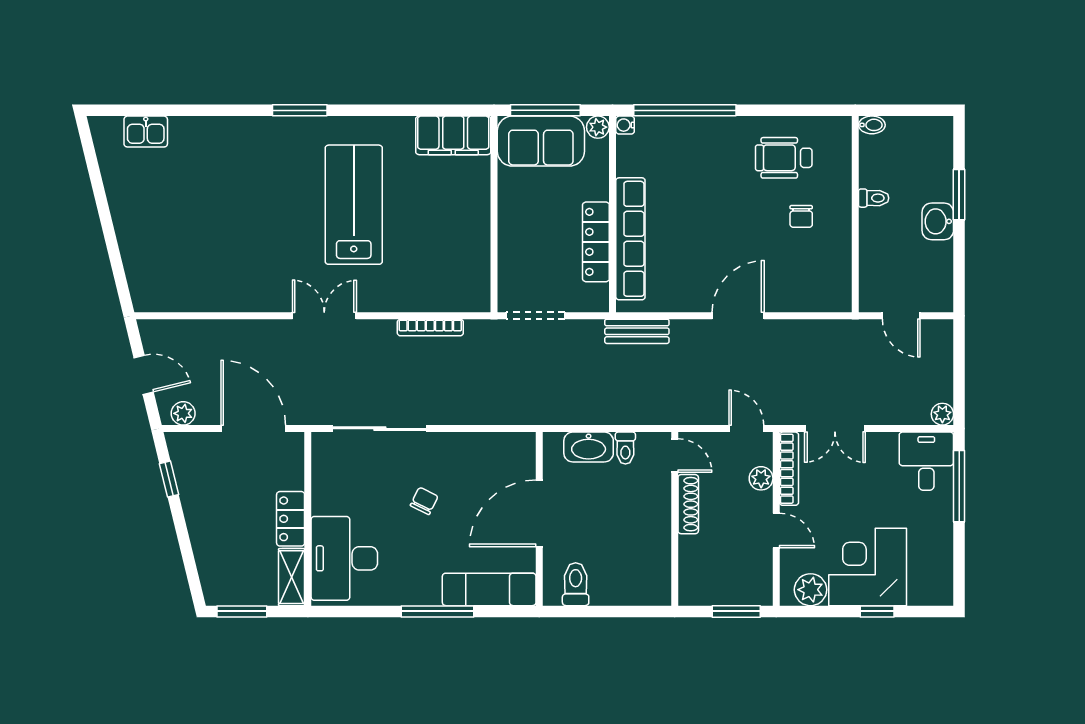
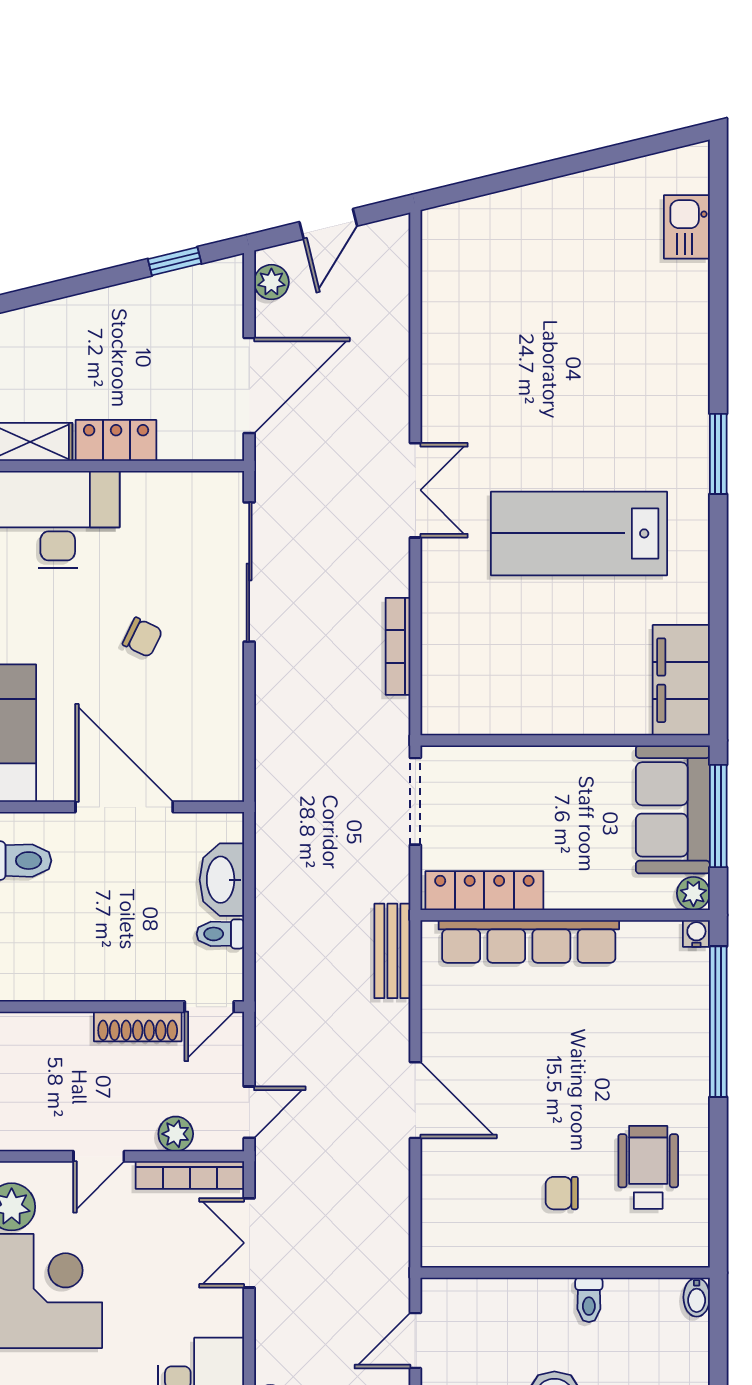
lab bench: (354, 205) -> (579, 533), turned 180
locker: (596, 242) -> (484, 891), moved

